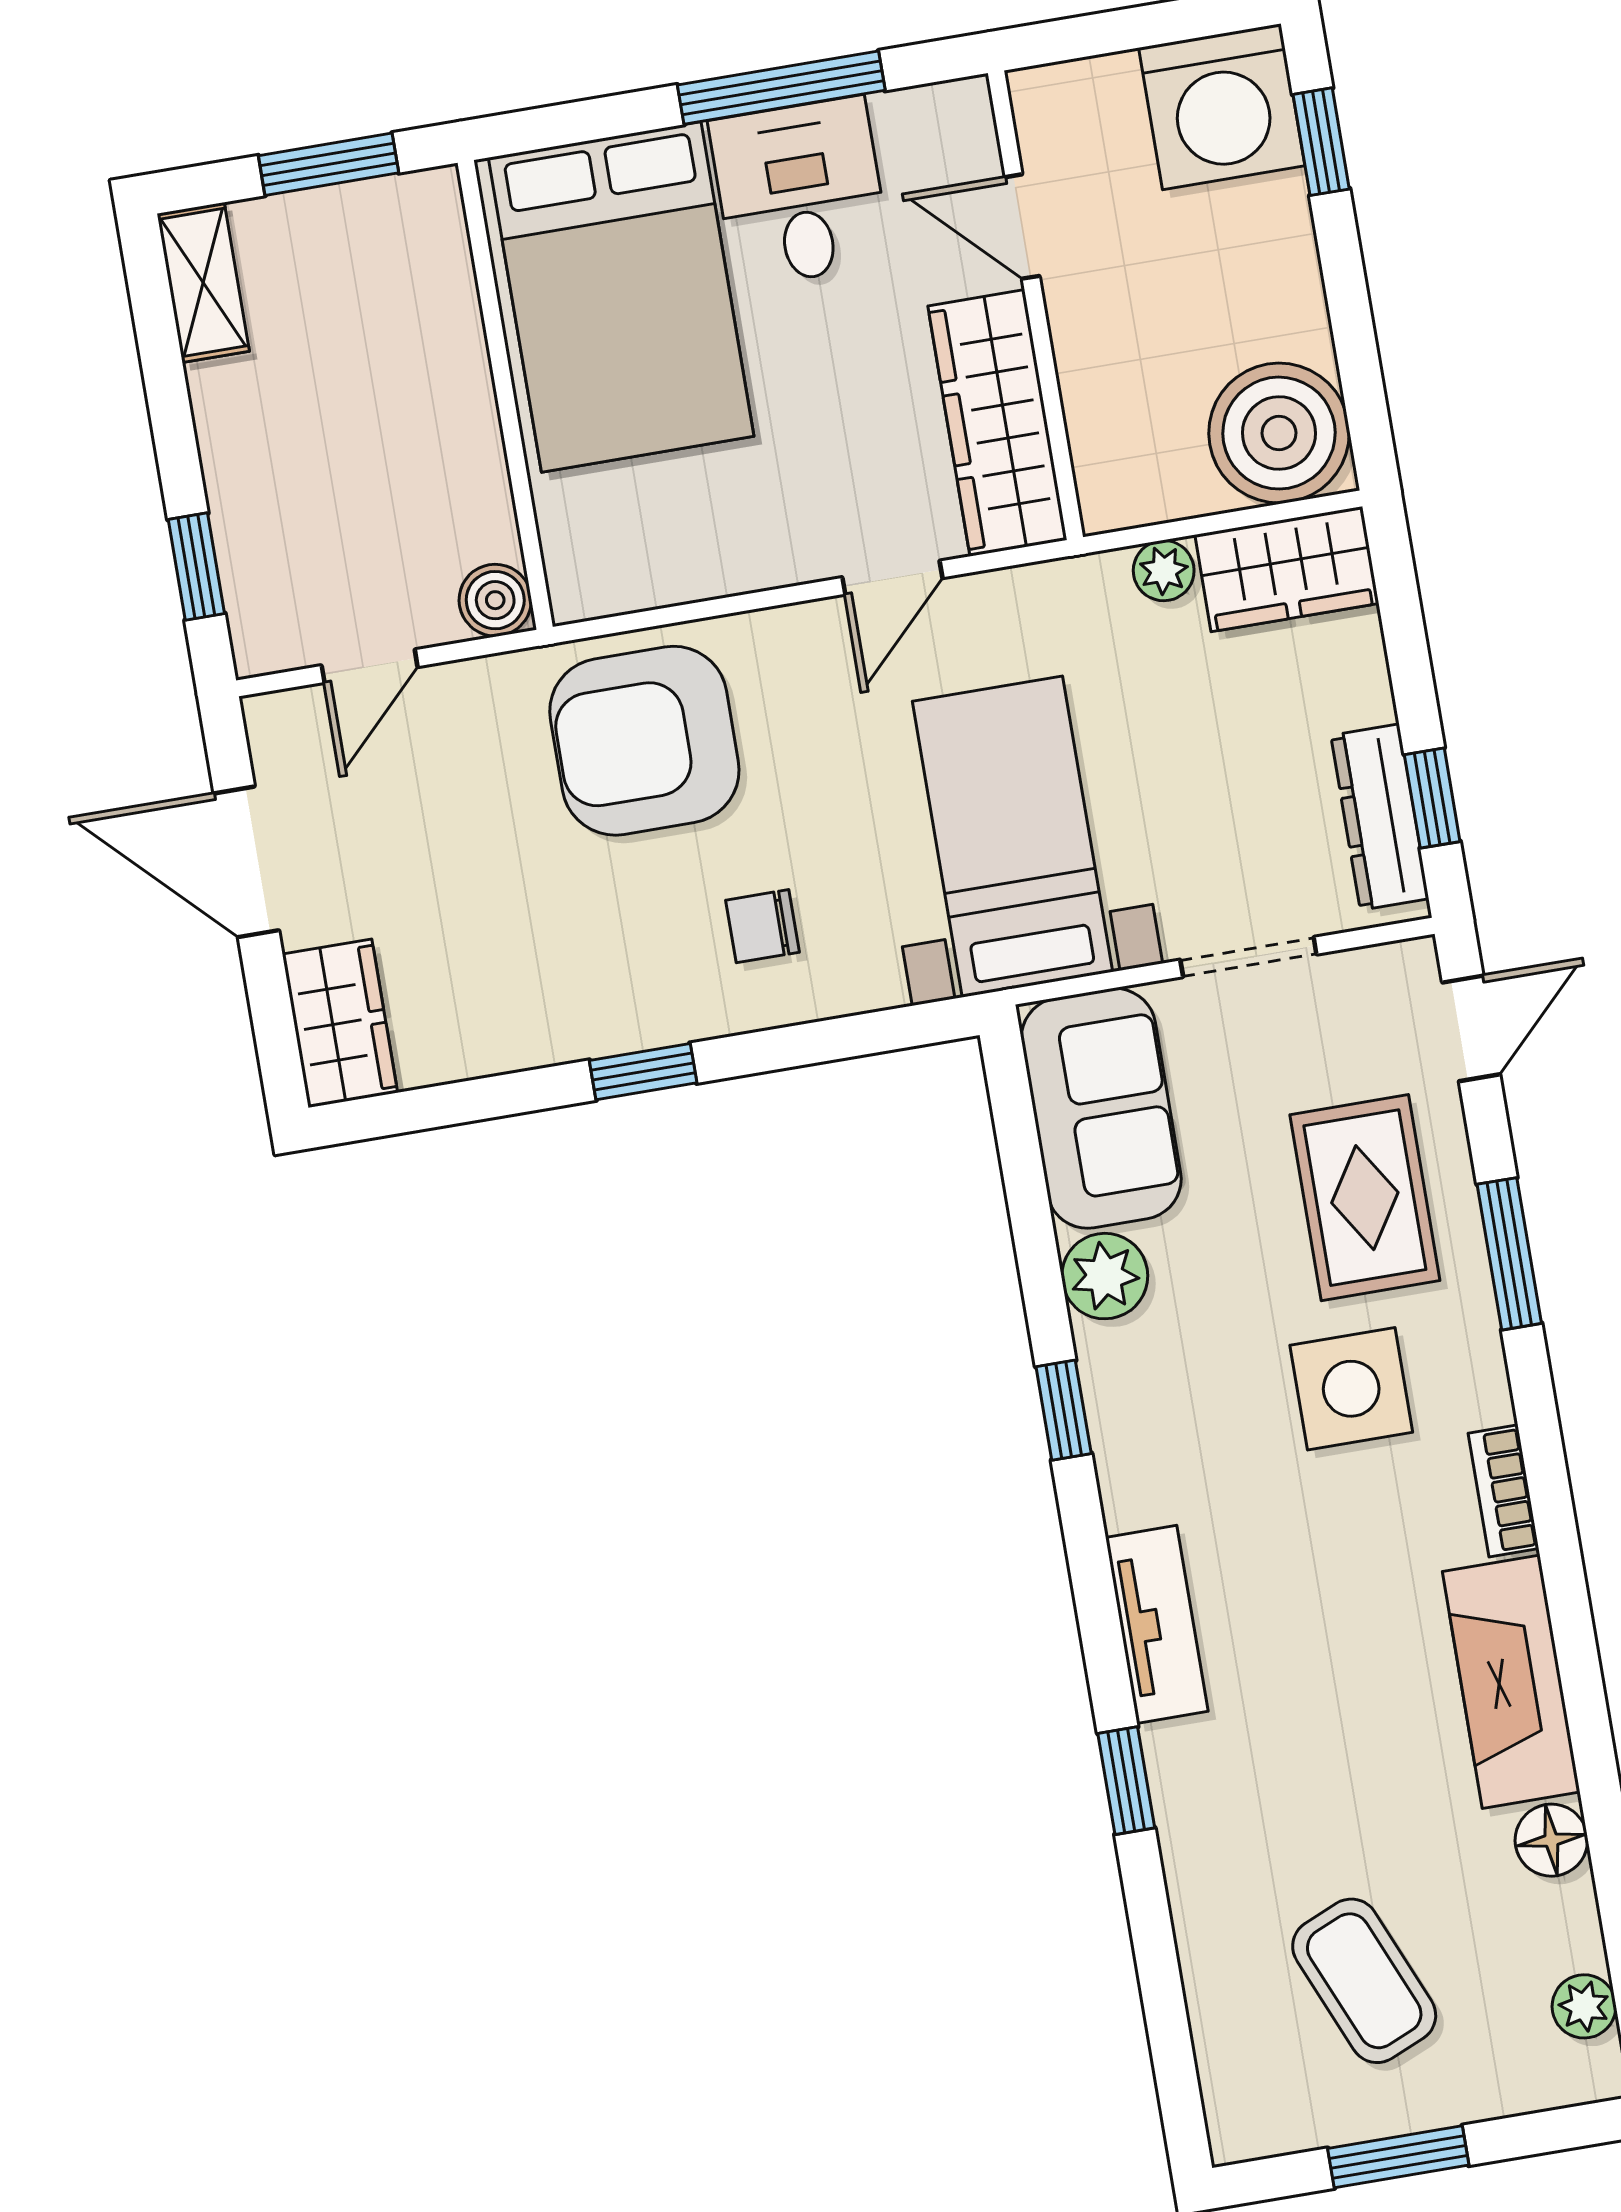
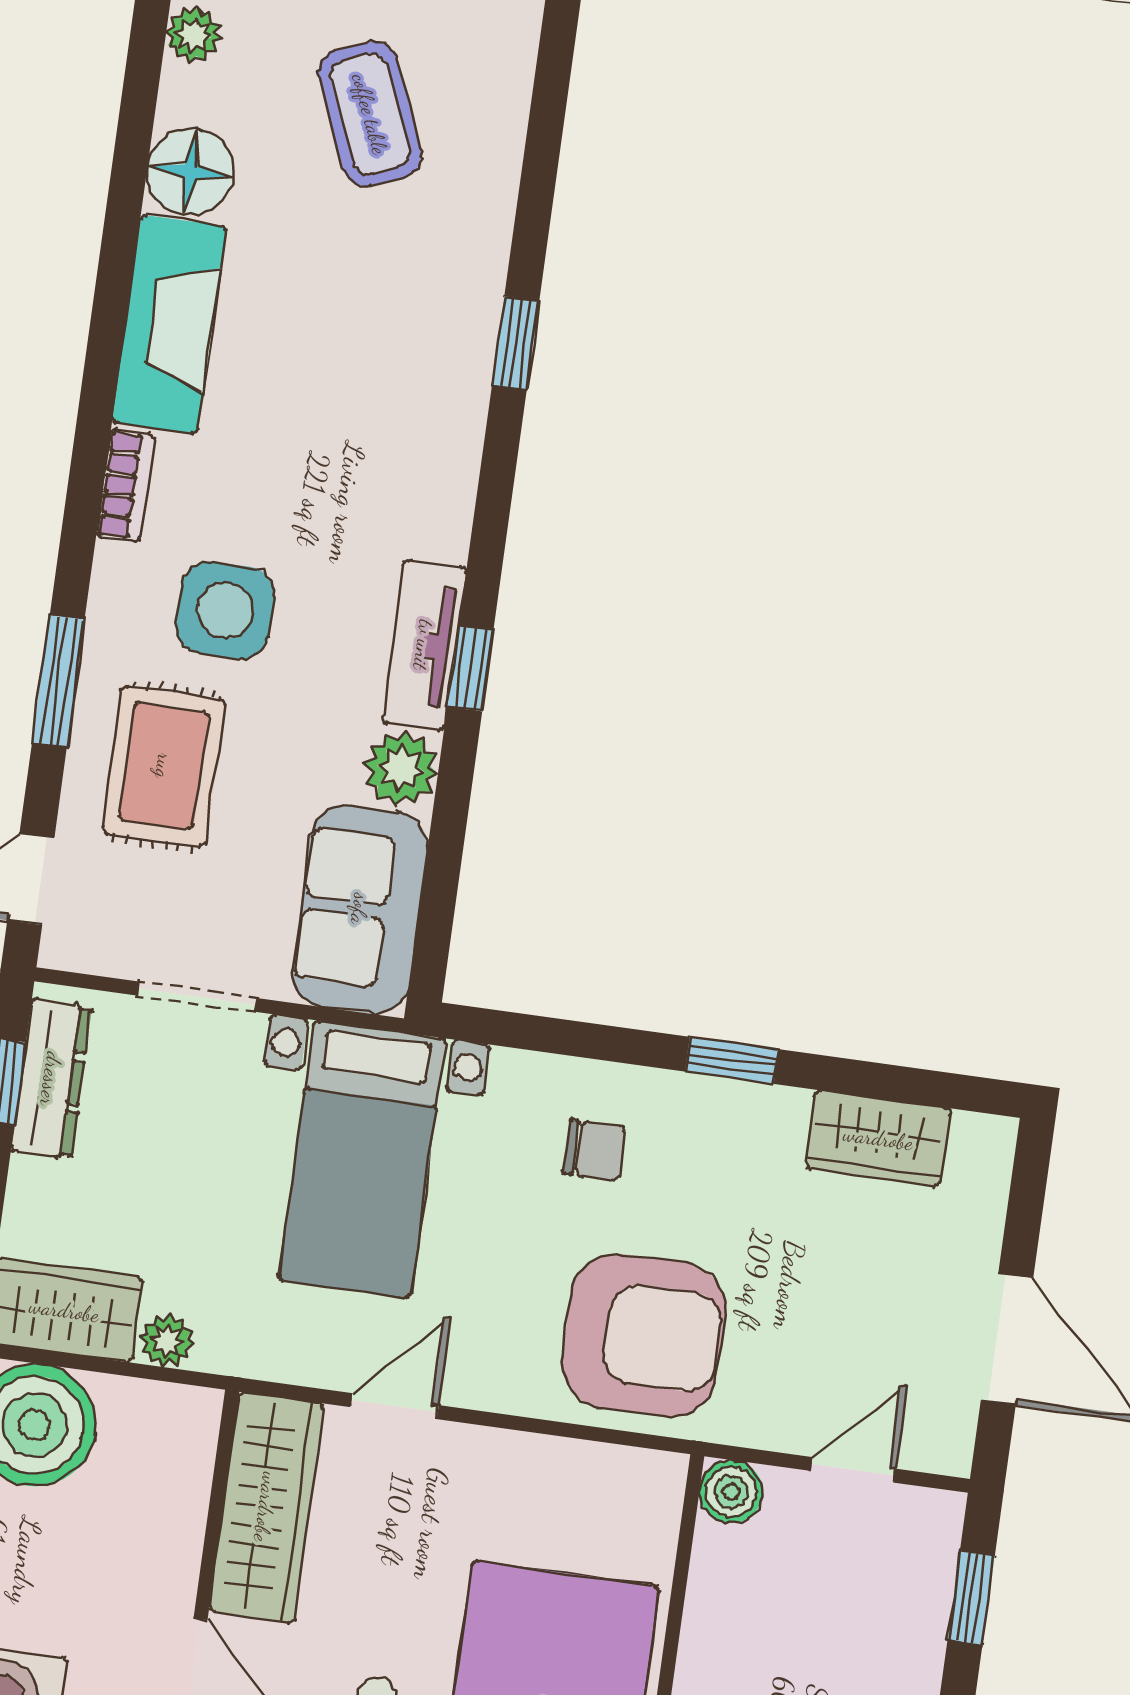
wardrobe: (340, 1023) -> (878, 1138), moved, turned -90
tv unit: (1157, 1624) -> (424, 645), moved
floor lamp: (1551, 1840) -> (190, 172), width x1.38, depth x1.38

